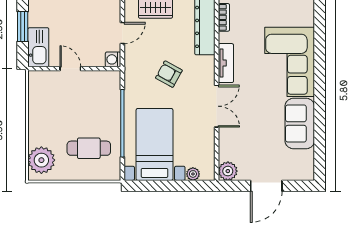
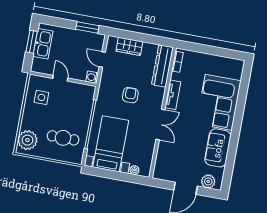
door: (122, 33) -> (102, 60), swing flipped
kitchen sink: (38, 47) -> (43, 44), moved
armchair: (169, 74) -> (130, 95), turned 61
side table: (50, 99) -> (41, 97), added
plant: (228, 171) -> (208, 181), moved

